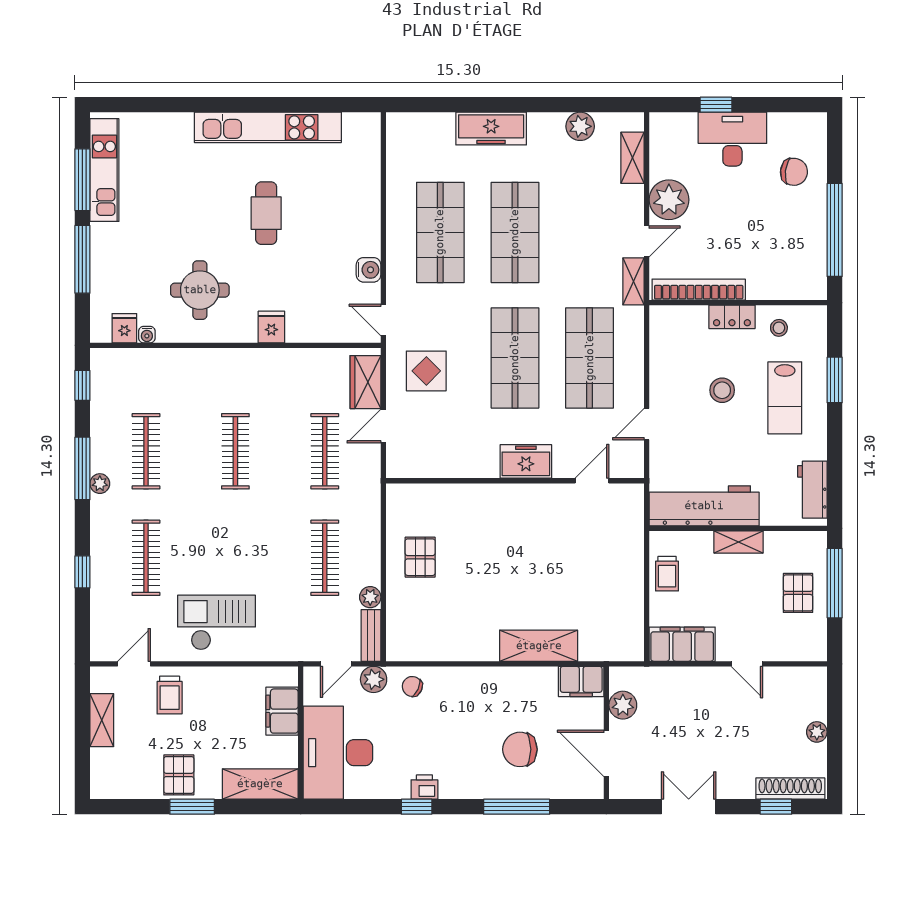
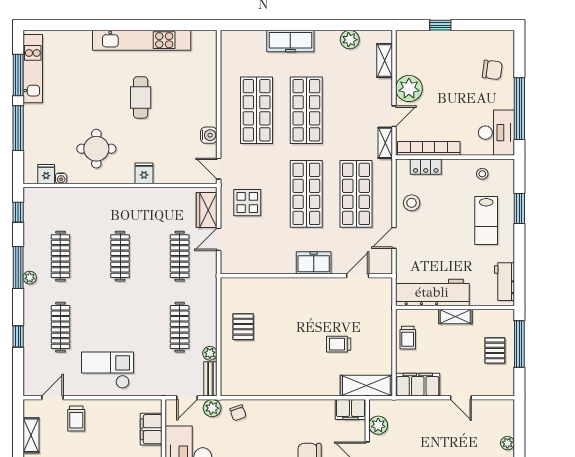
desk: (732, 139) -> (496, 133), moved, turned 90
locker: (732, 317) -> (426, 167), moved
stool: (722, 390) -> (412, 203), moved
trolley: (563, 583) -> (339, 344), added
shelving: (539, 646) -> (366, 386), moved
chair: (412, 686) -> (238, 413), turned -133

